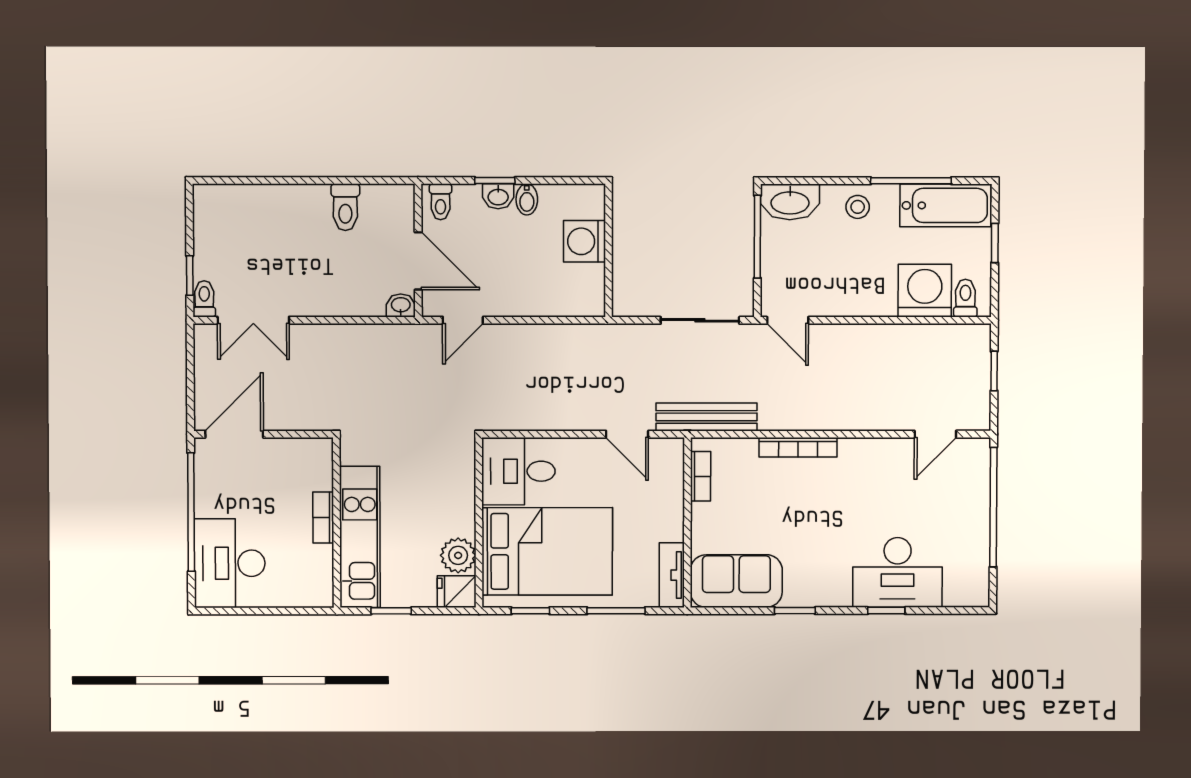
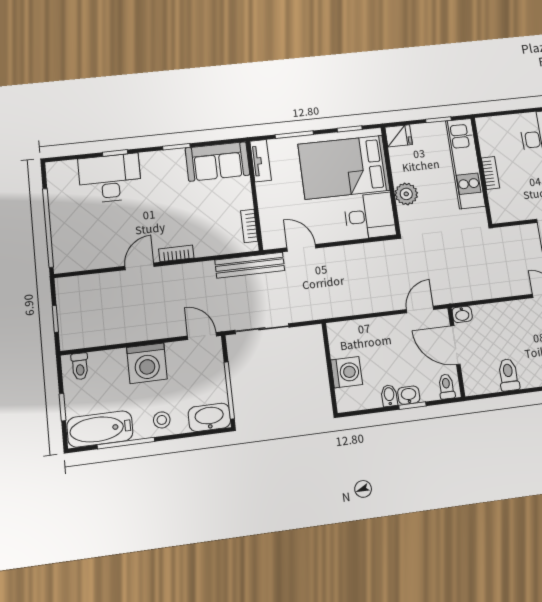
washing machine: (925, 291) -> (147, 363), moved
door: (935, 434) -> (139, 266), moved
bookcase: (798, 447) -> (176, 253), width x0.64
plant: (458, 555) -> (406, 194), moved

